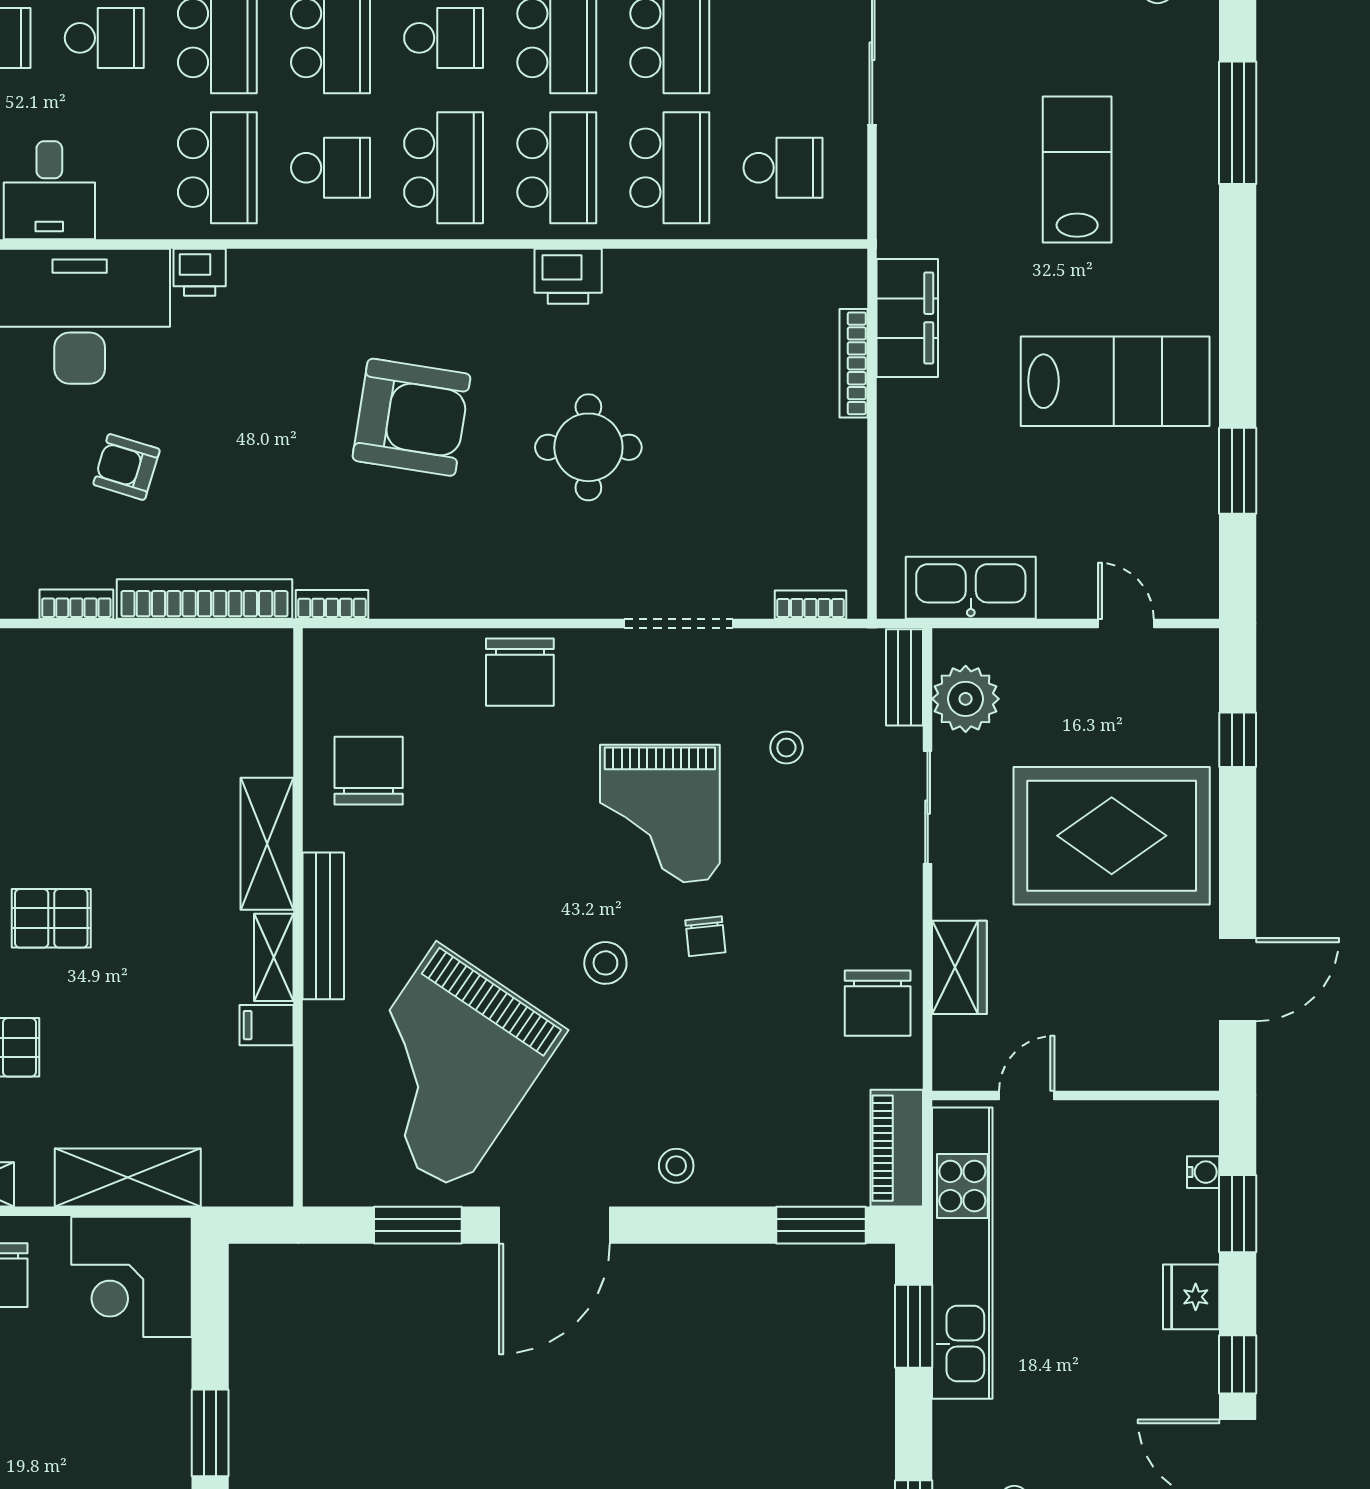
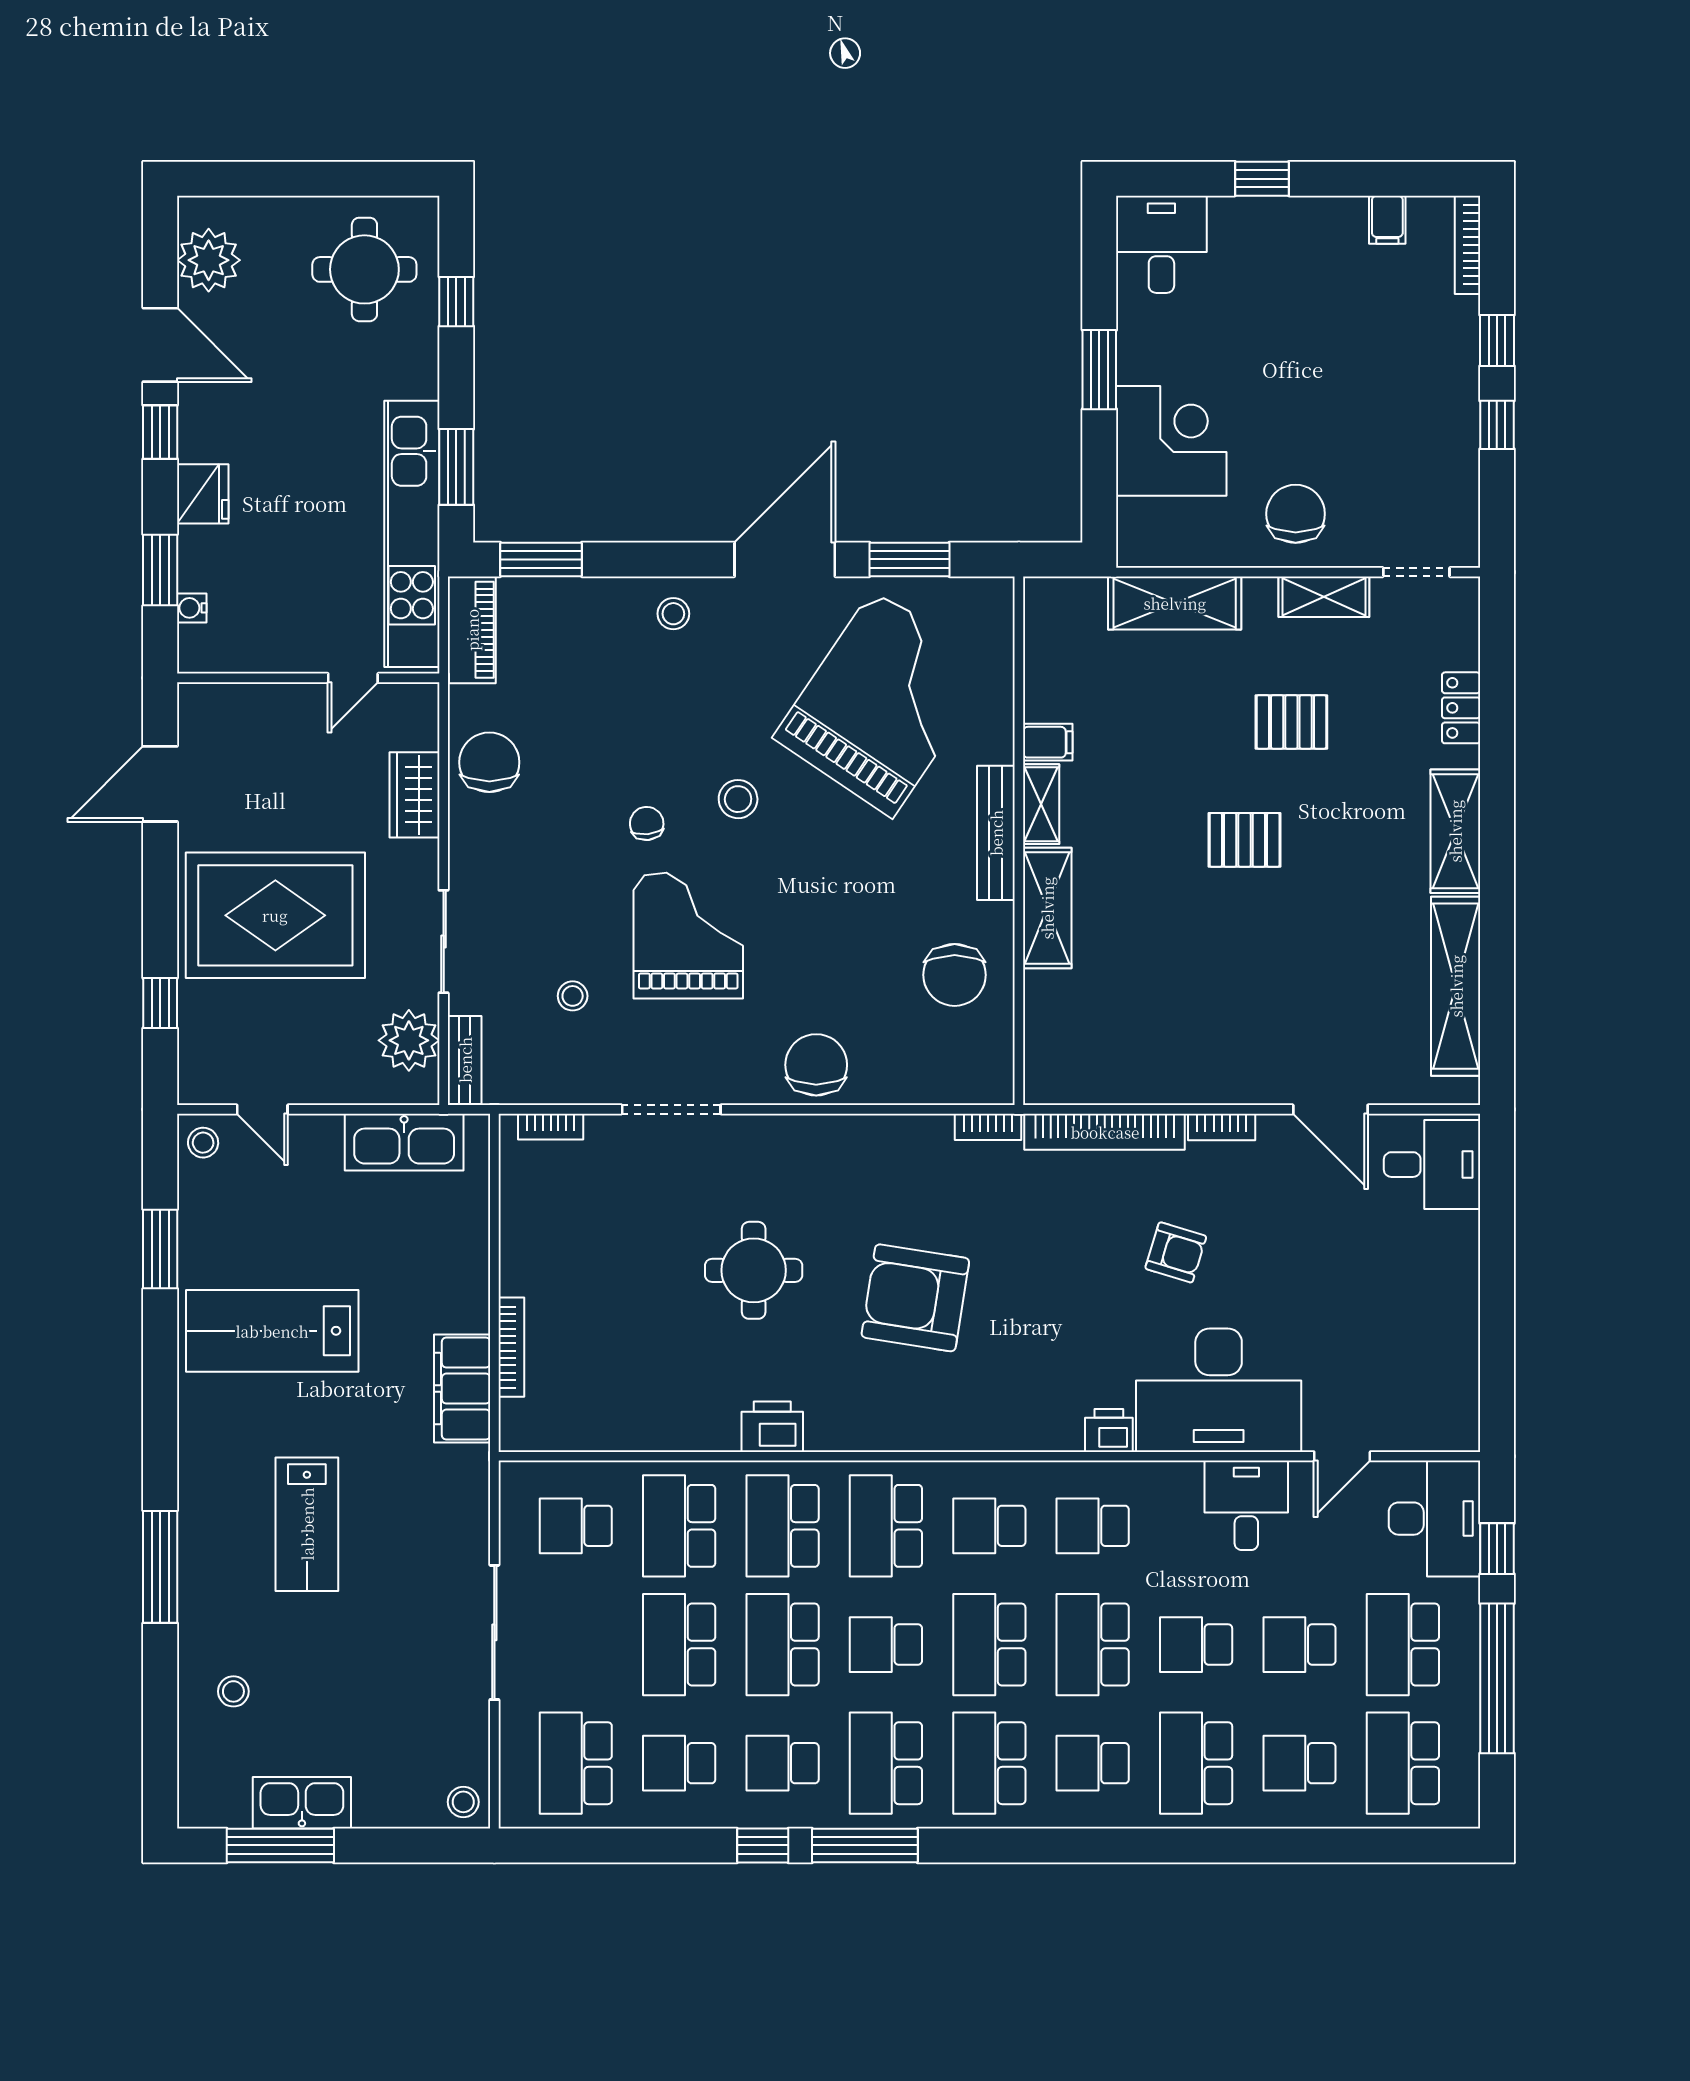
school desk: (217, 168) -> (1093, 1526), width x0.54
stool: (1191, 587) -> (203, 1143), added
corner desk: (131, 1277) -> (1171, 441), moved

